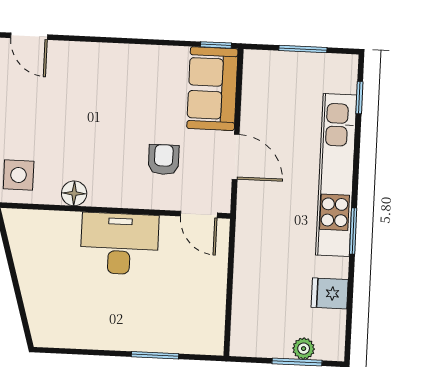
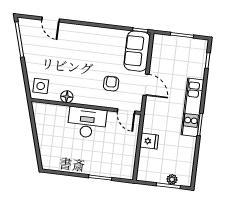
kitchen unit: (336, 175) -> (192, 107), width x0.73
fridge: (330, 293) -> (149, 141), moved, turned 180

